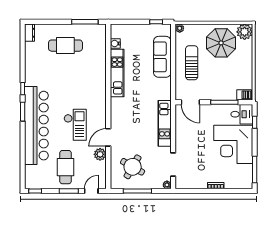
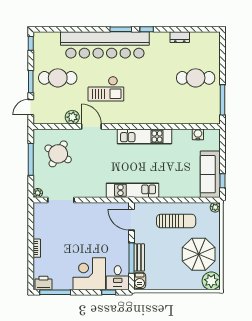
dresser: (30, 33) -> (180, 37), moved
cafe table: (65, 46) -> (196, 78), turned 90
sofa: (162, 57) -> (210, 174), moved, turned -90
kitchen unit: (117, 73) -> (145, 136), moved
bench: (224, 95) -> (139, 257), added
door: (190, 102) -> (131, 220), hinge flipped
kitchen unit: (165, 123) -> (132, 190), moved
corner desk: (233, 144) -> (89, 274), width x0.74, depth x0.74
printer: (246, 180) -> (43, 283), added
door: (91, 191) -> (31, 107), swing flipped

